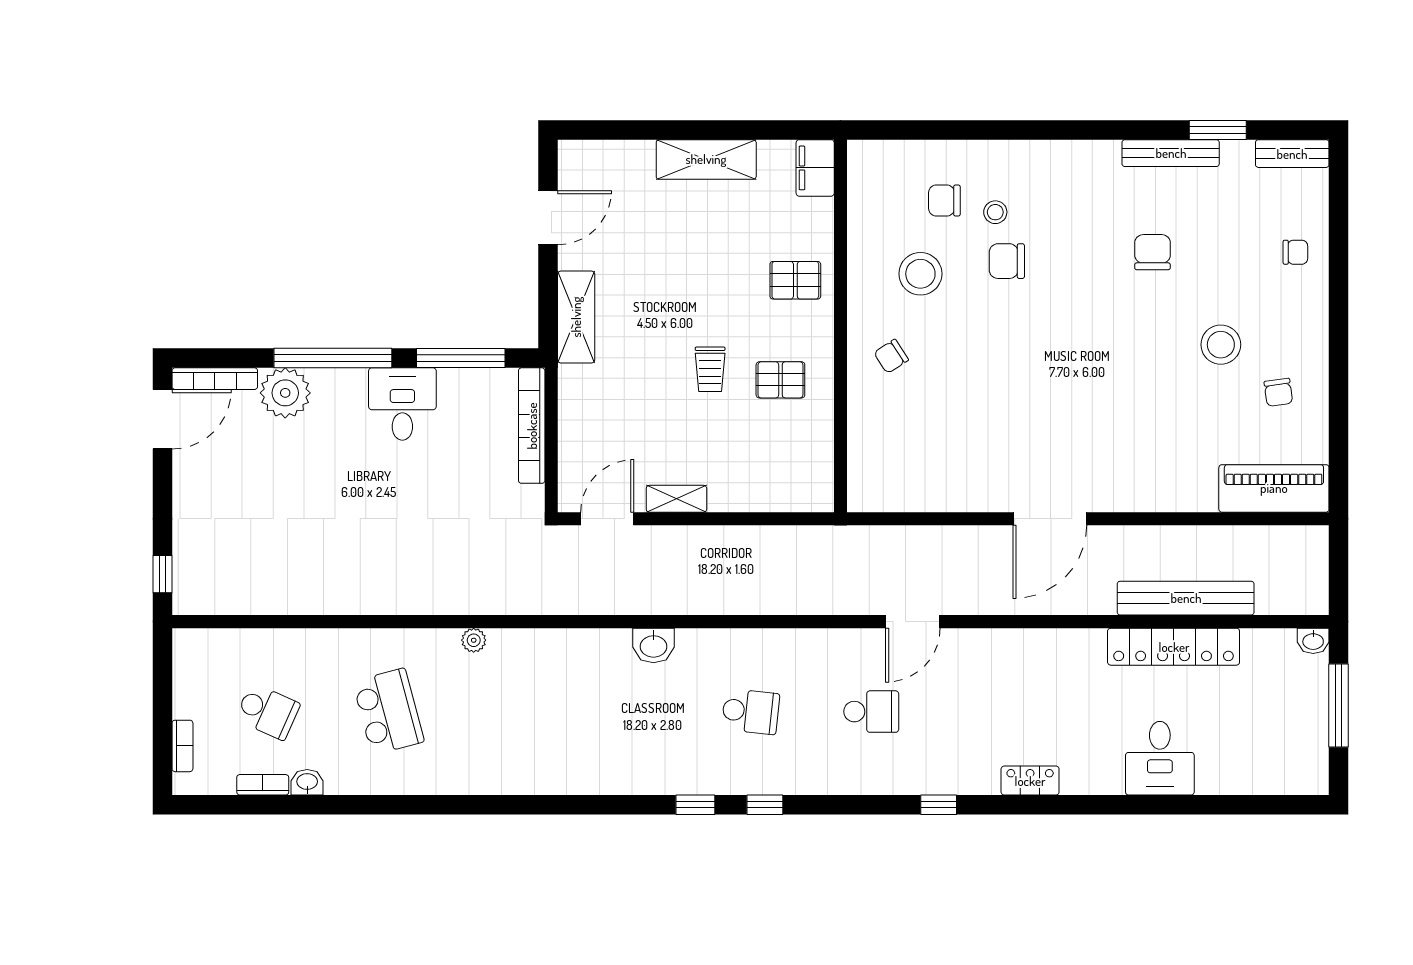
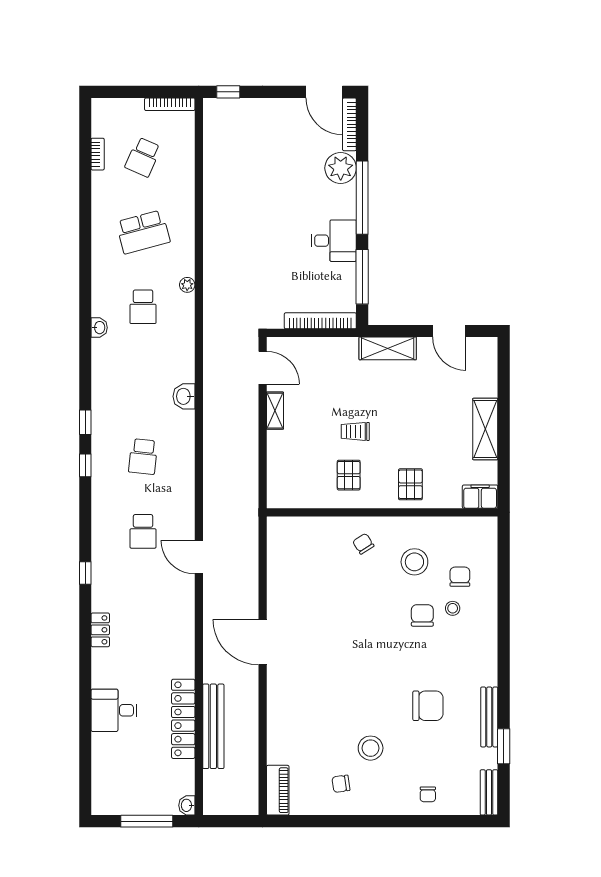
chair: (1153, 252) -> (428, 706), width x1.37, depth x1.37
piano: (1274, 488) -> (278, 790), width x0.73, depth x0.75
school desk: (509, 712) -> (143, 307), added
bookcase: (182, 746) -> (170, 104), moved, width x1.56
washbasin: (307, 782) -> (99, 328), moved

